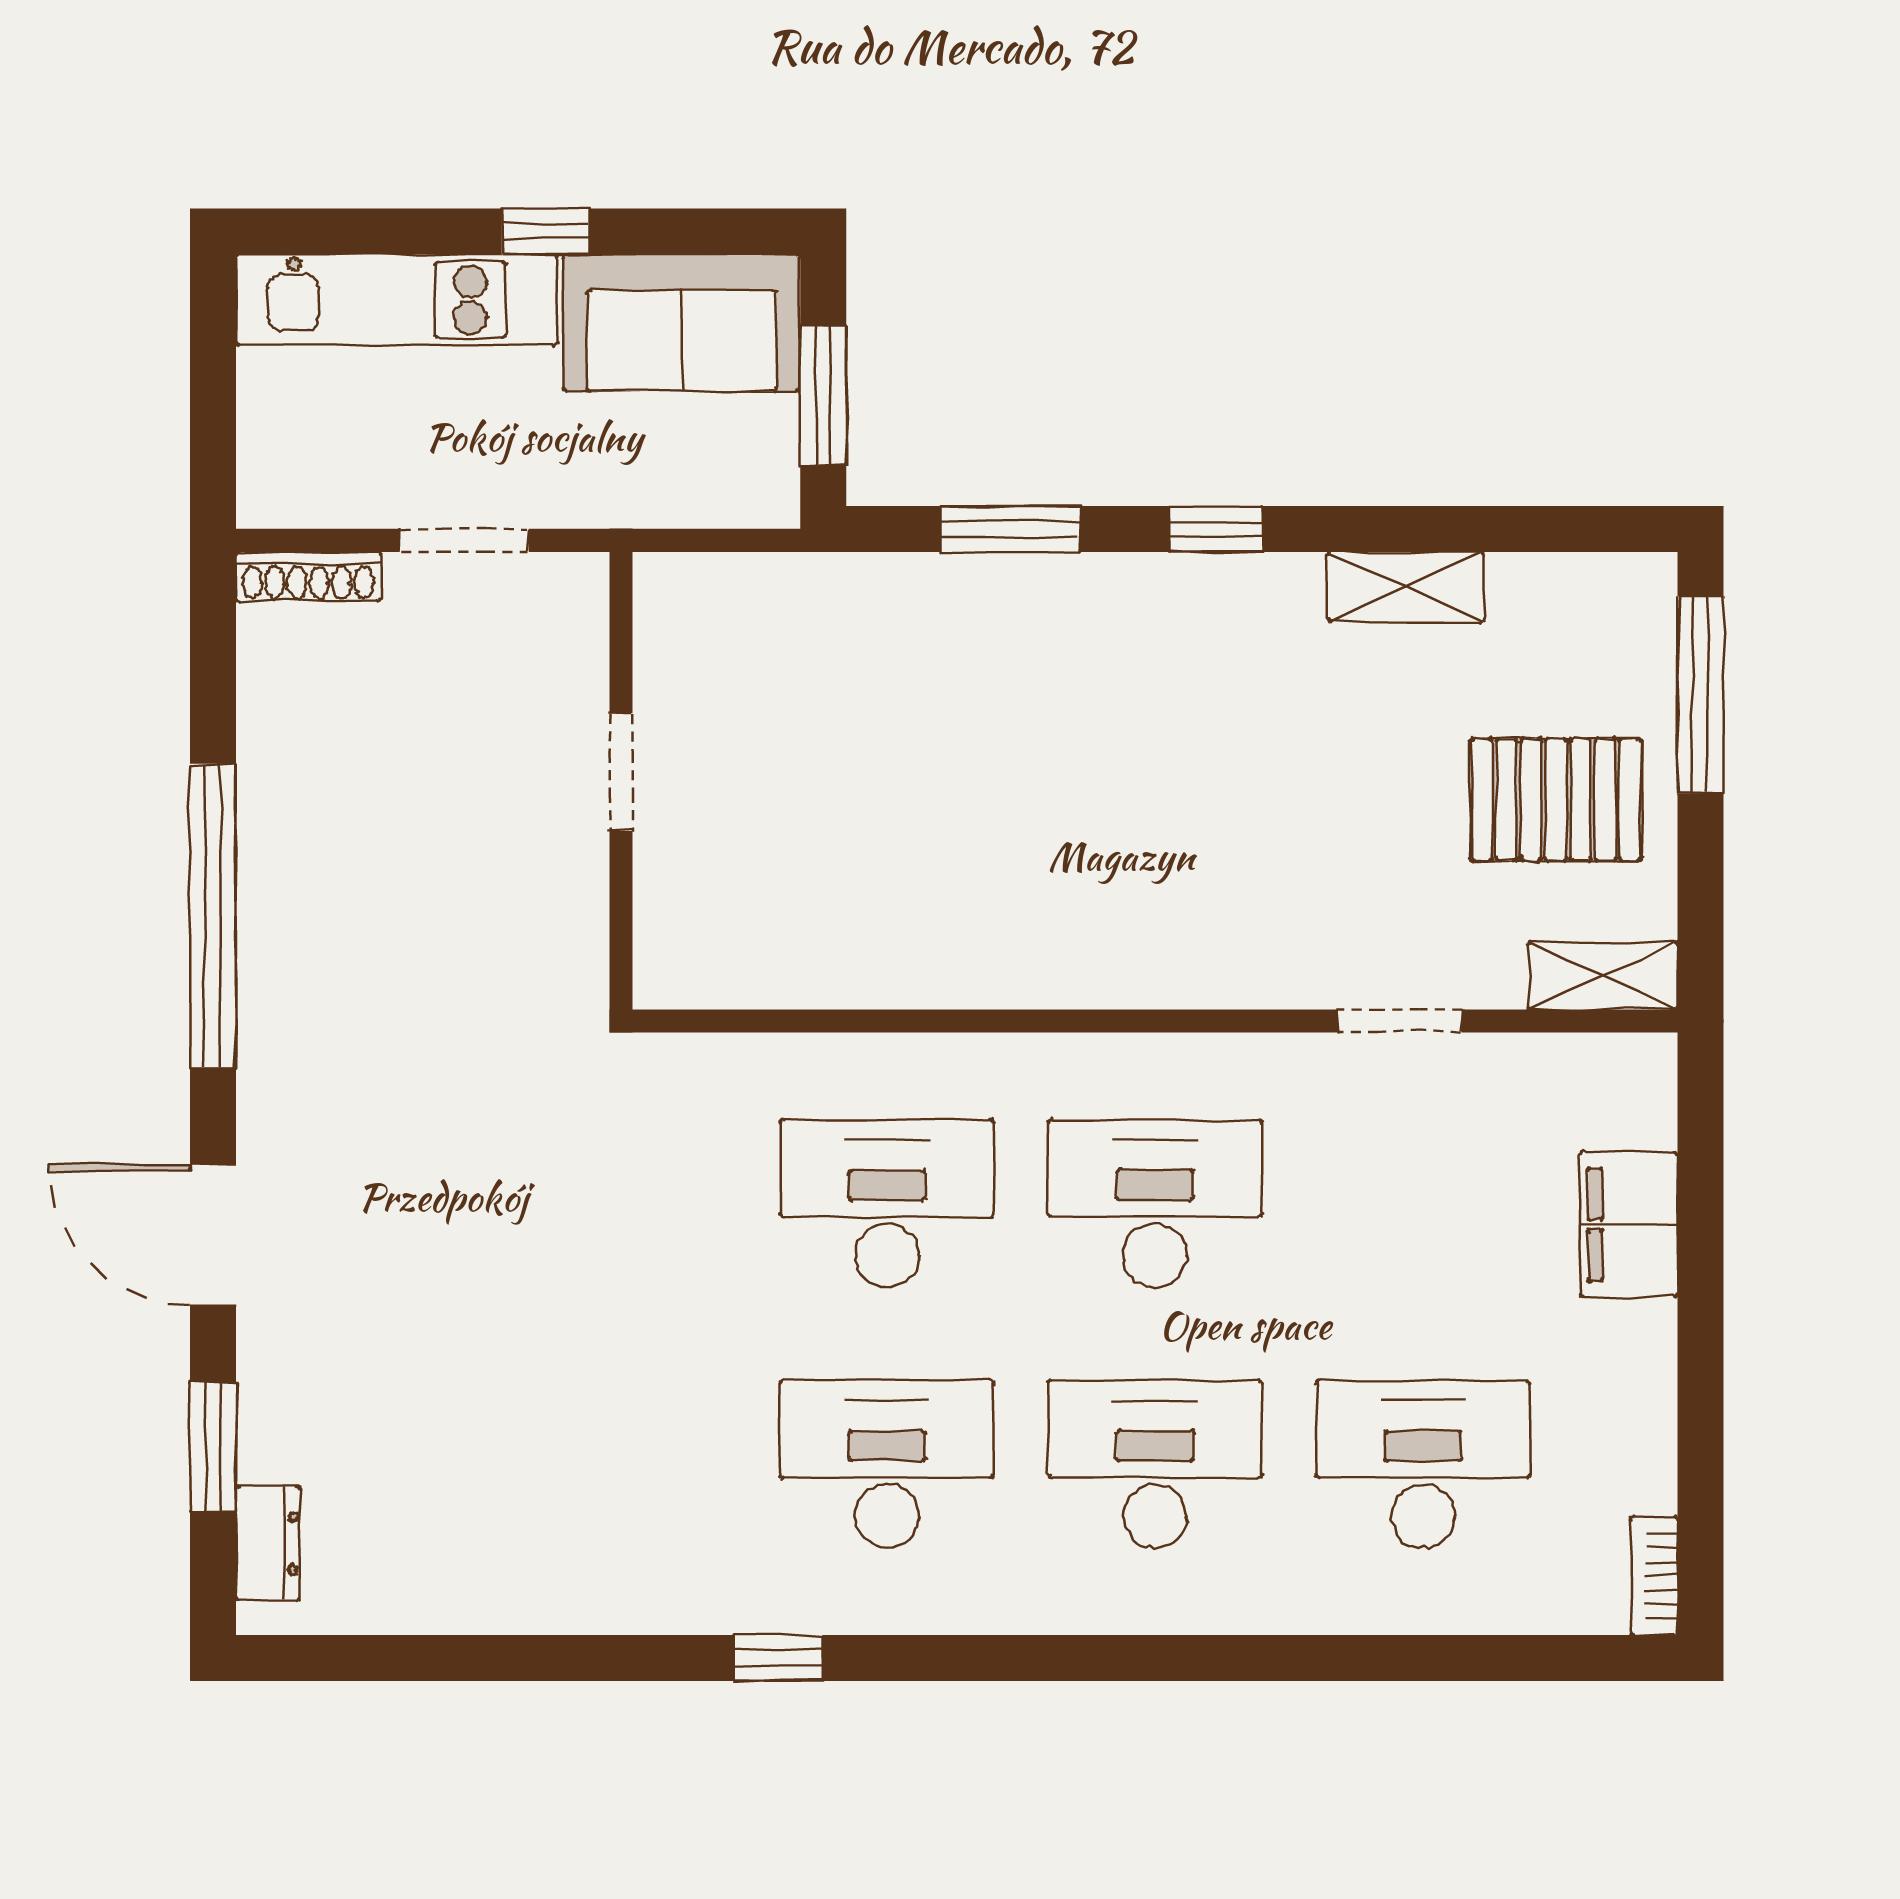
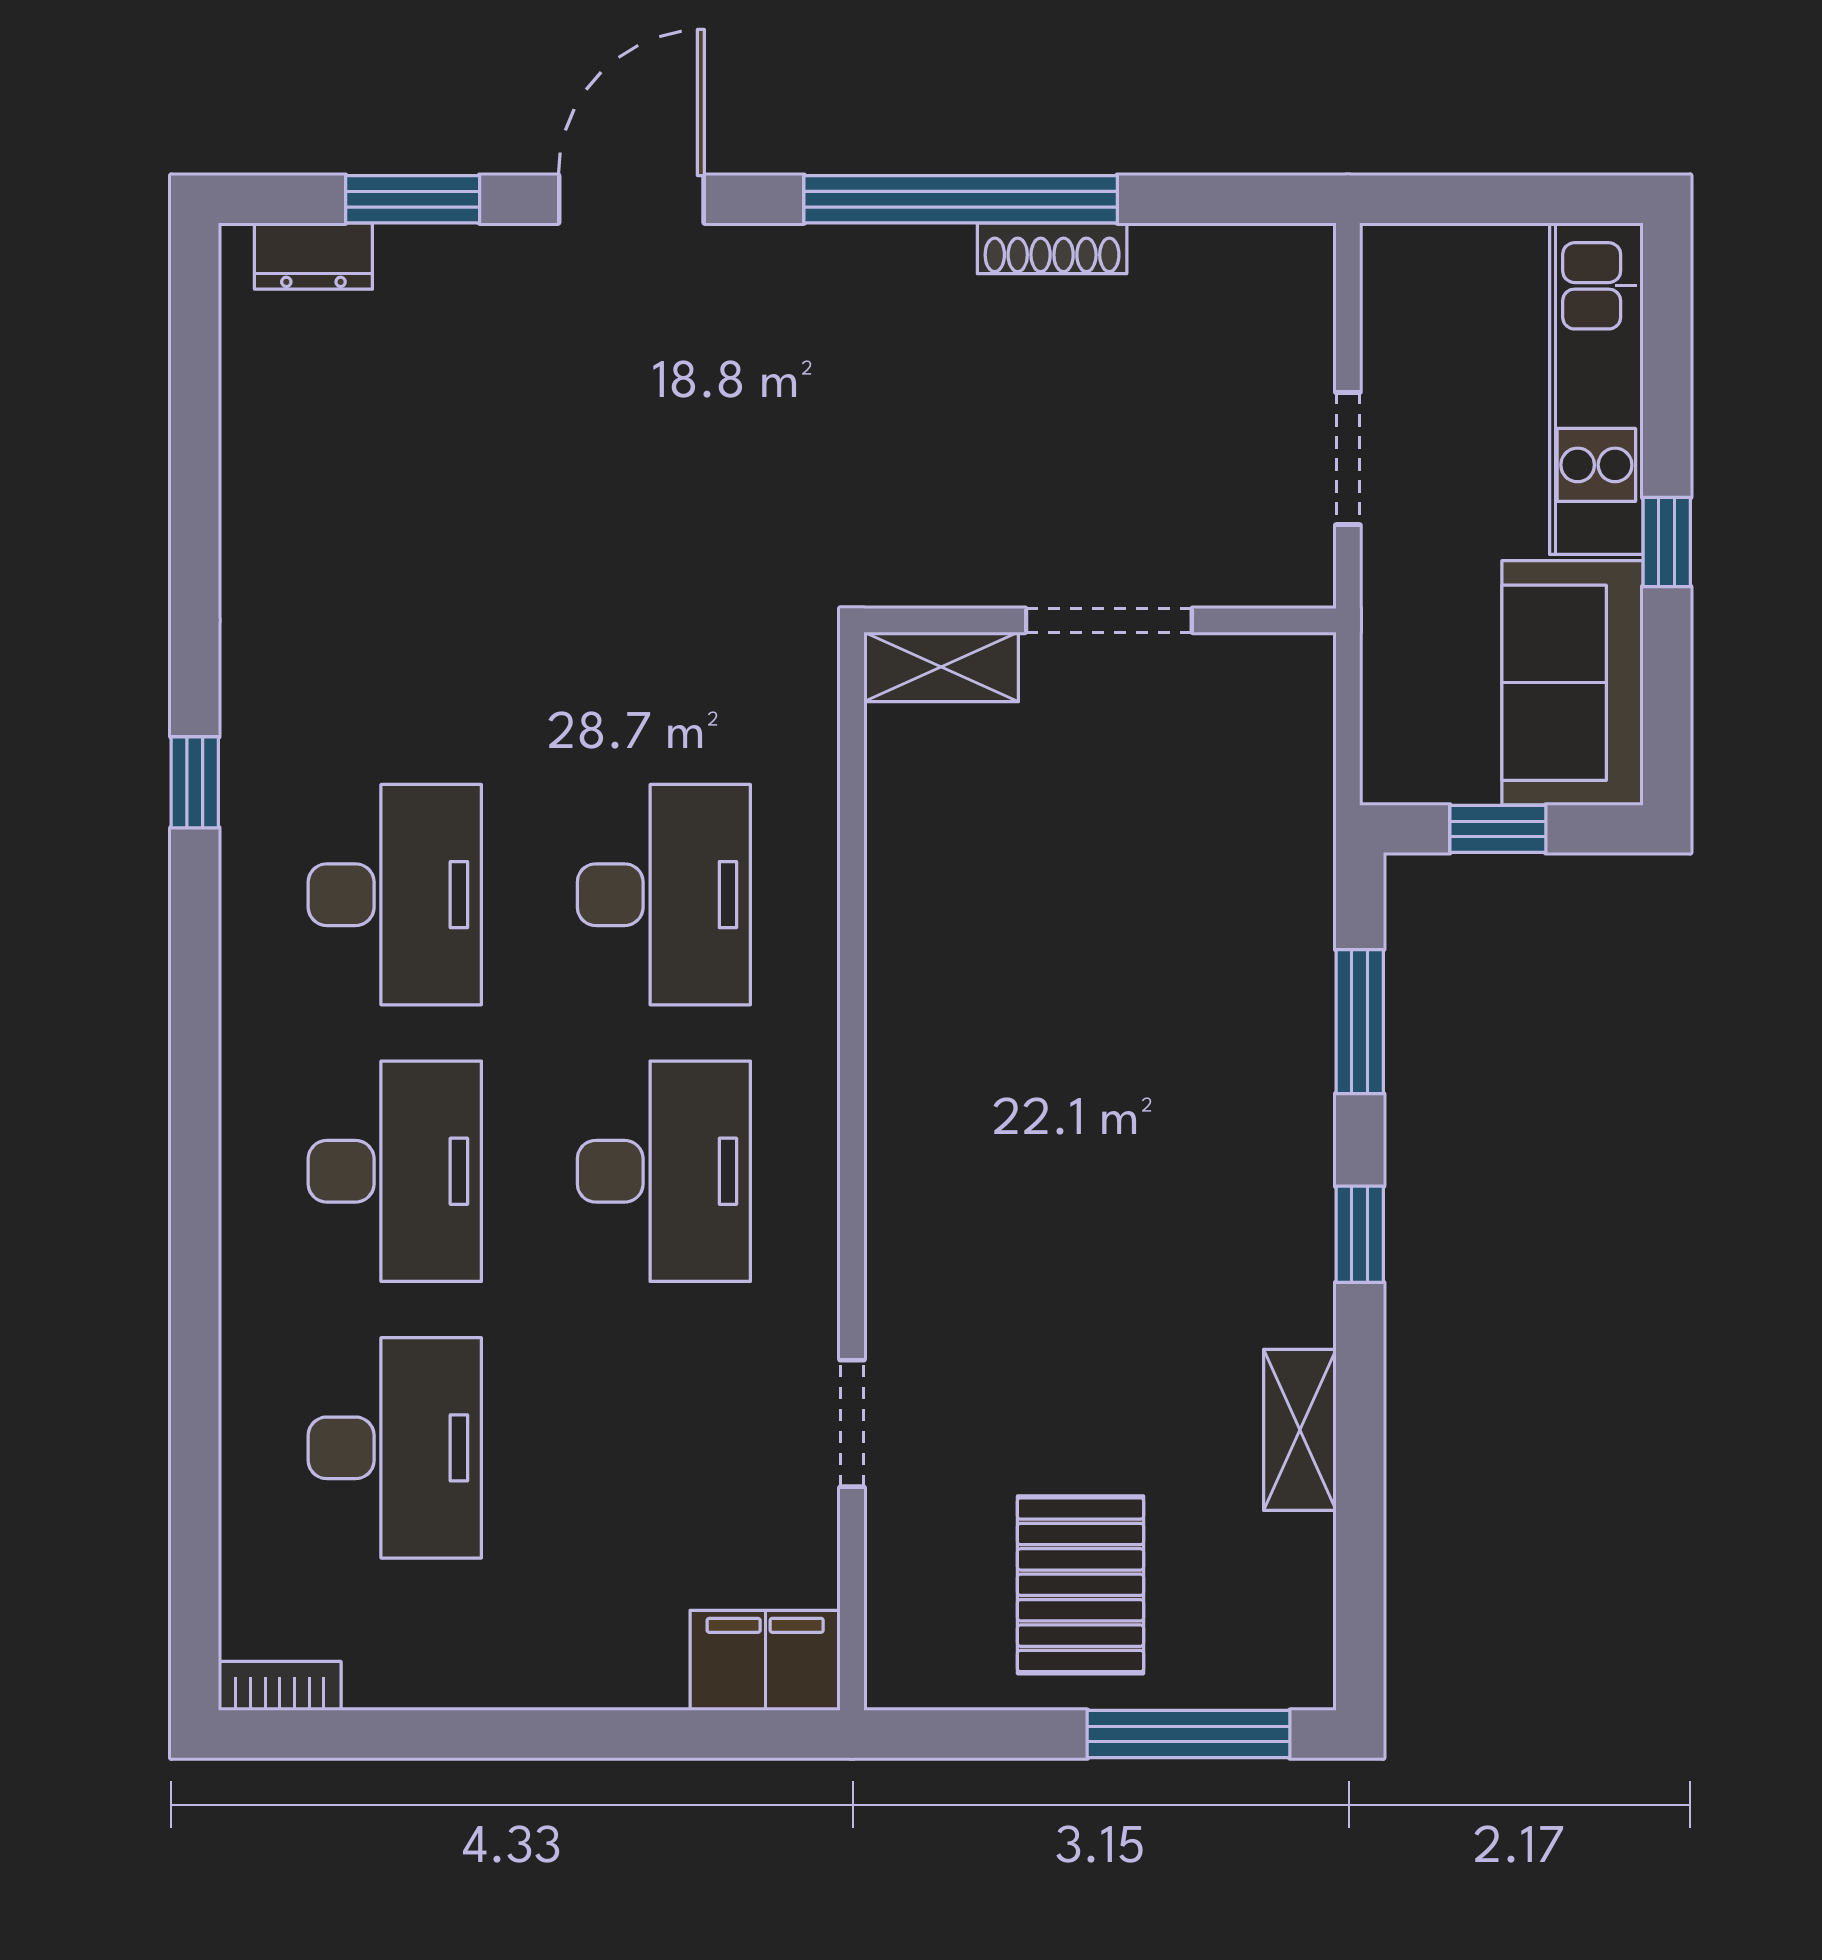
window: (823, 395) -> (1498, 829), width x0.67
shoe rack: (308, 577) -> (1052, 248), moved, turned -90
doorway: (621, 772) -> (1109, 620), width x1.38
shelving: (1603, 976) -> (941, 667), moved, turned 90
filing cabinet: (1629, 1224) -> (765, 1660), moved

